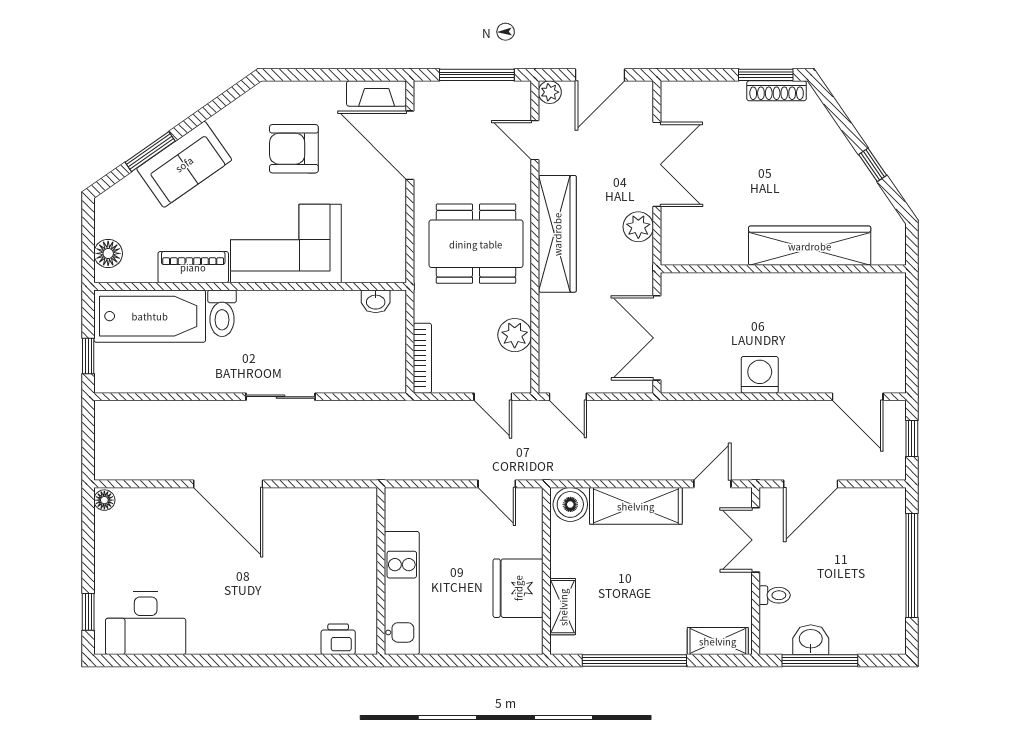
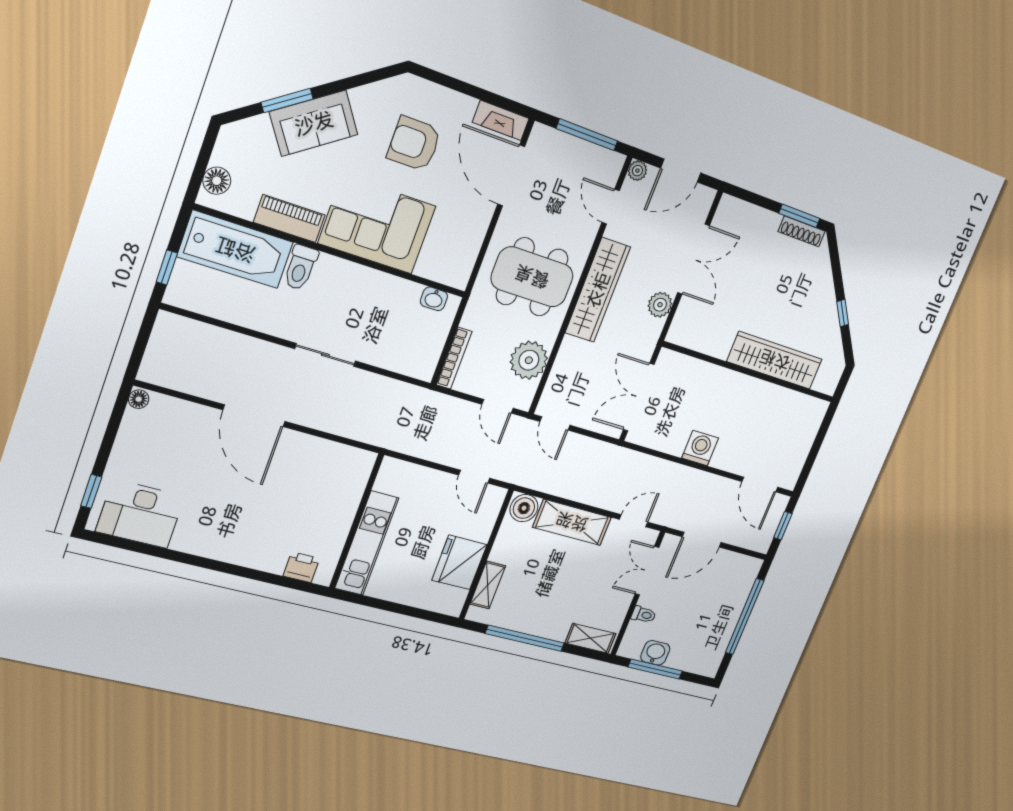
plant: (515, 335) -> (529, 360), width x1.36, depth x1.36

